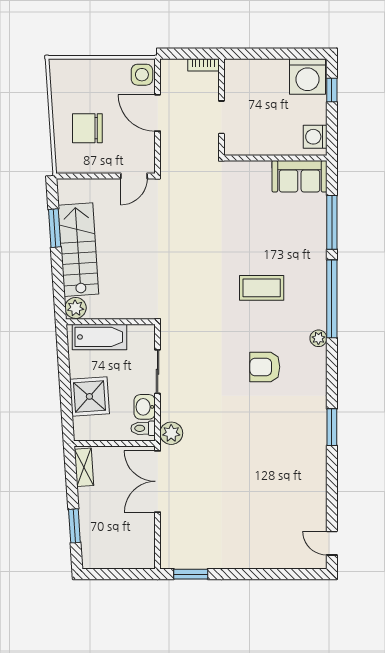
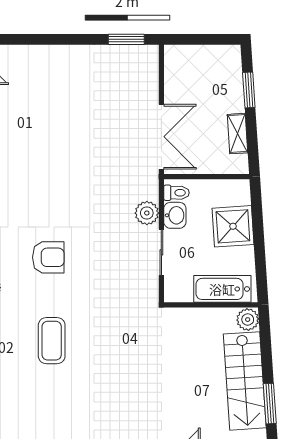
coffee table: (262, 288) -> (52, 341), turned 90
plant: (171, 433) -> (147, 213), moved
shelving: (84, 467) -> (238, 134), moved

